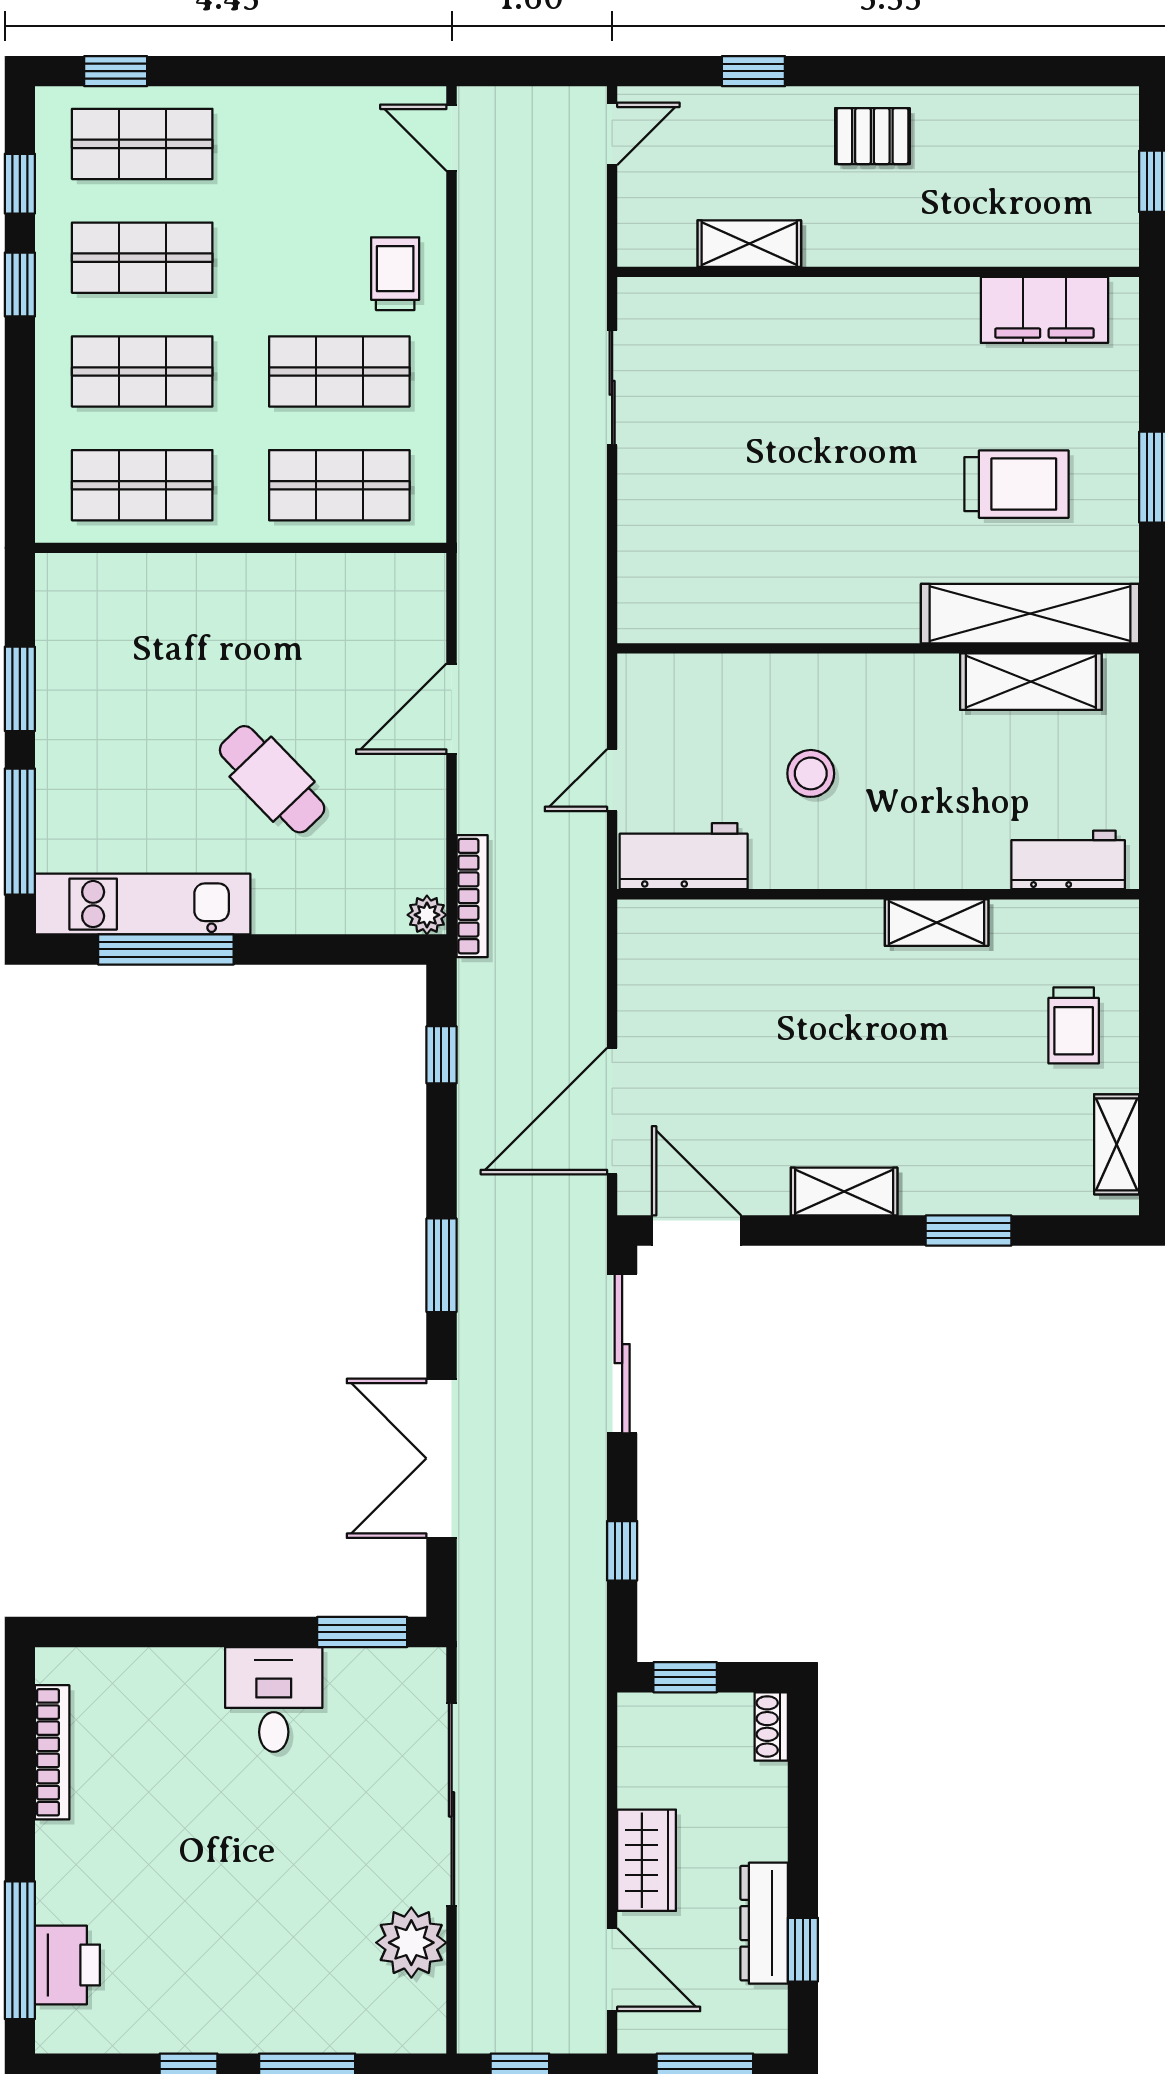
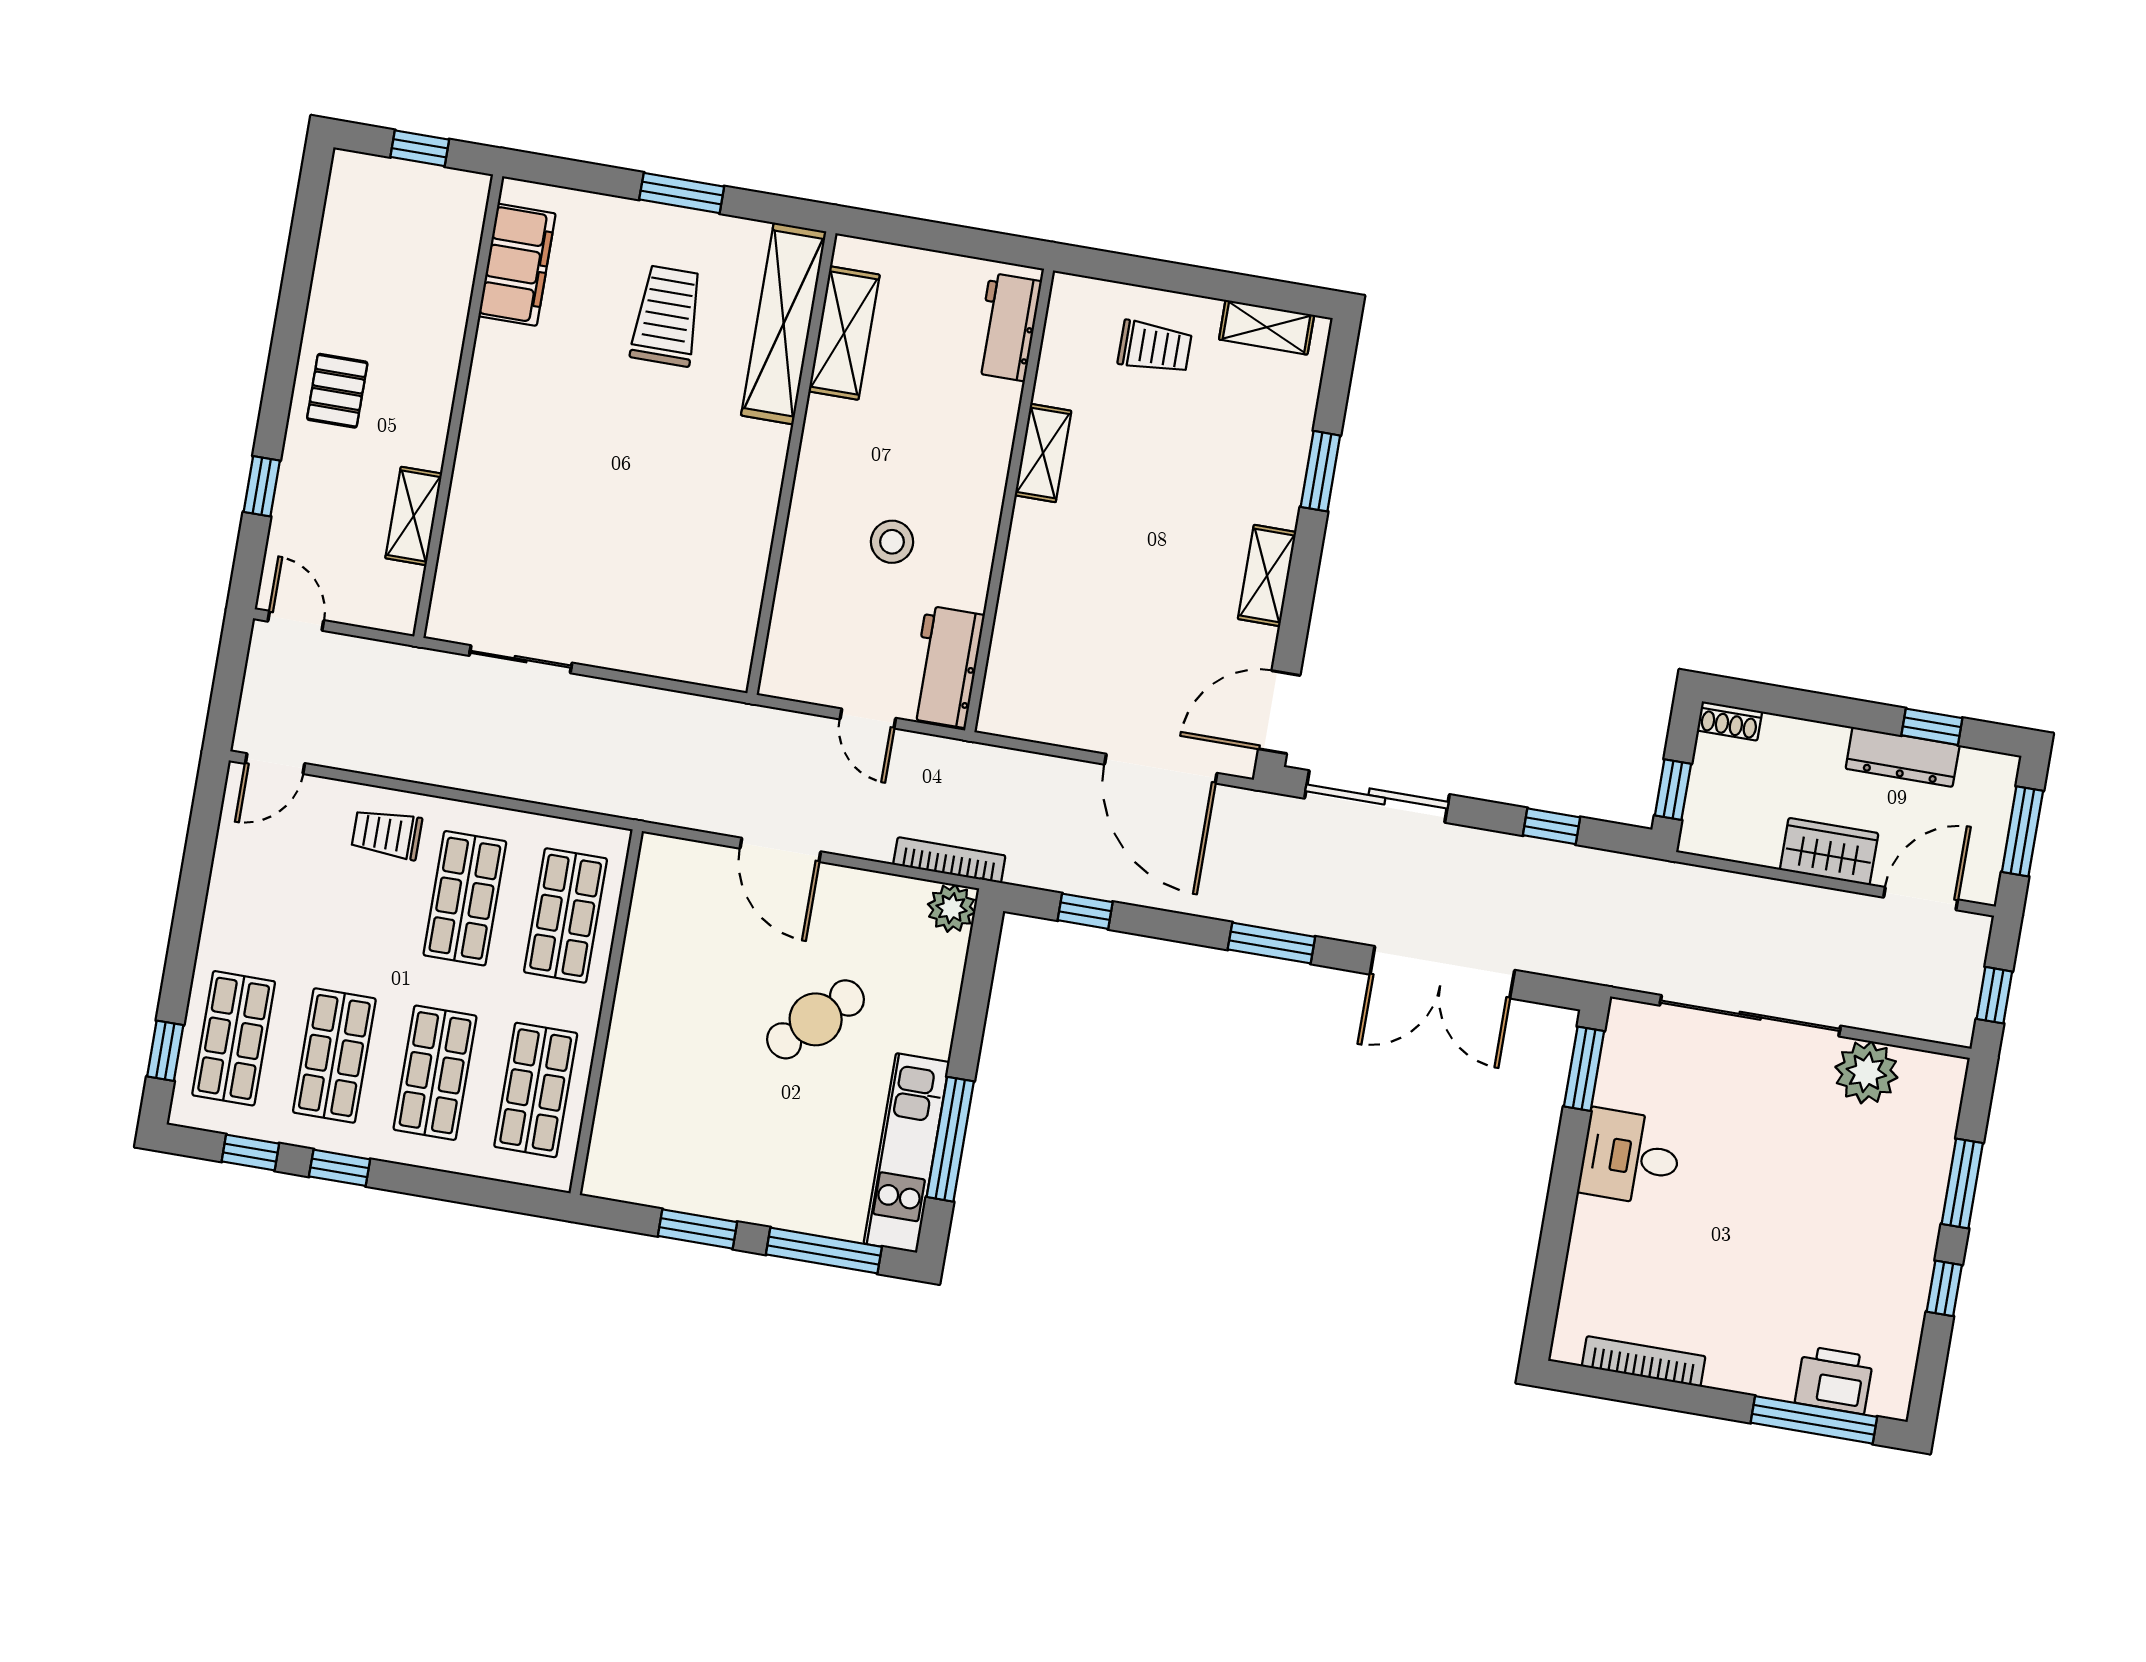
plant: (427, 915) -> (952, 908), width x1.38, depth x1.38

